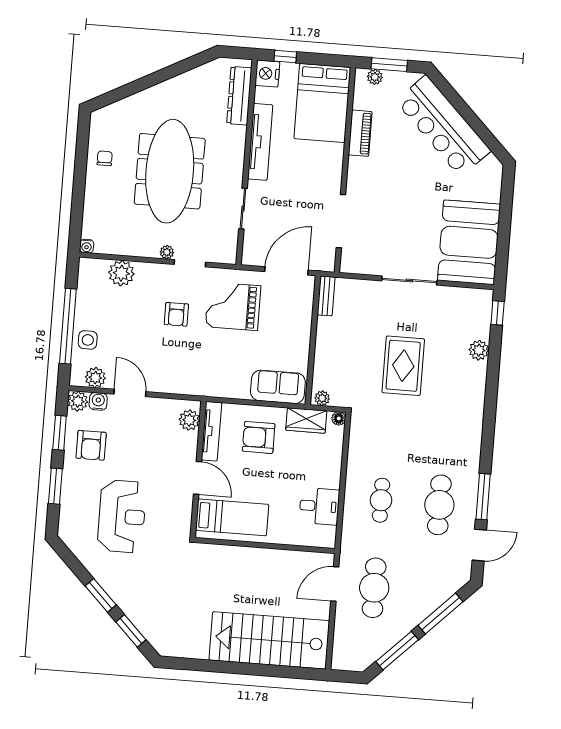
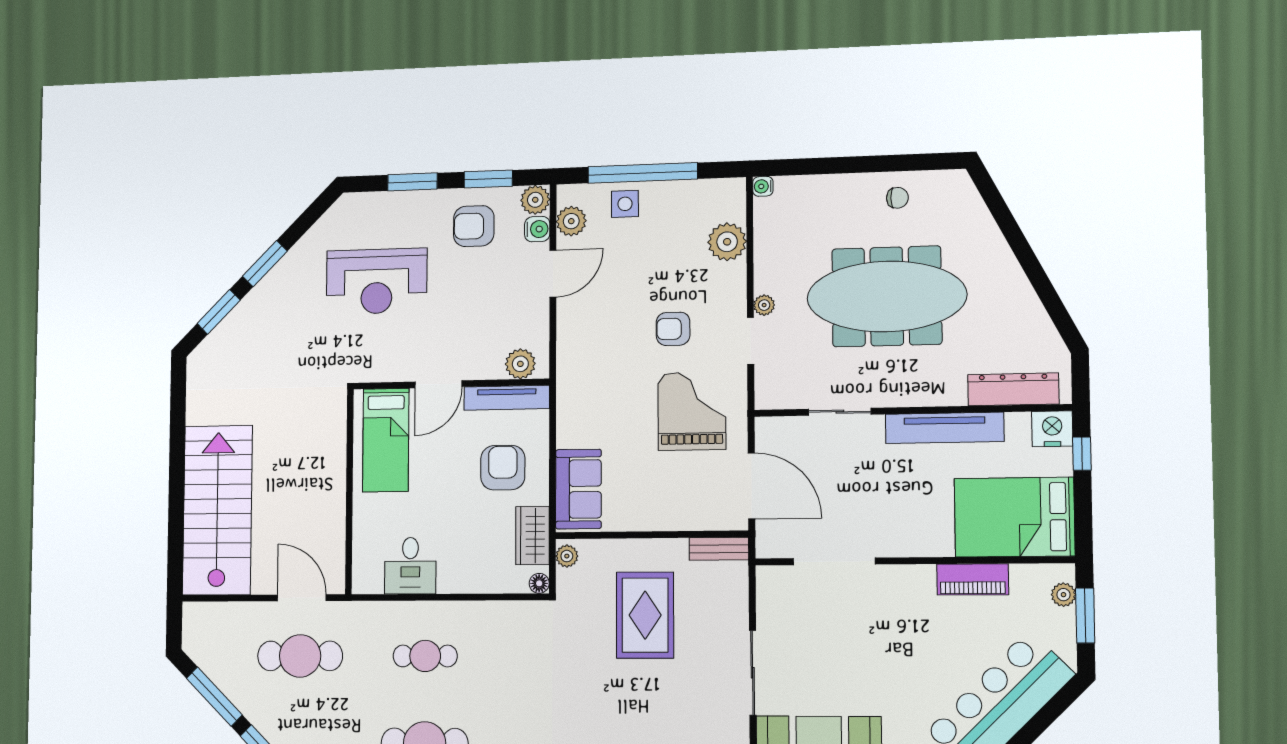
rug: (403, 366) -> (645, 615), moved, turned 90

